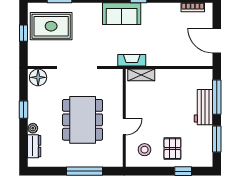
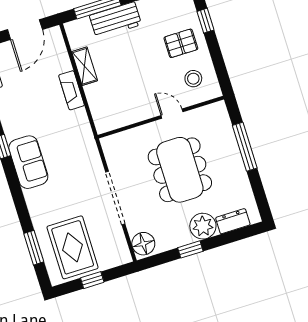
fireplace: (132, 60) -> (71, 90), moved
shelving: (141, 75) -> (85, 66), moved
dining table: (83, 120) -> (180, 170), turned 90
plant: (33, 128) -> (203, 226), width x1.87, depth x1.87

